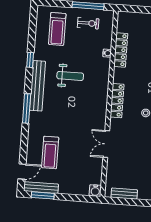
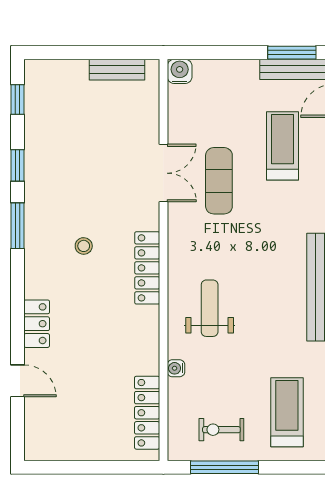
locker: (121, 50) -> (147, 413), moved
weight bench: (70, 76) -> (210, 308), moved, turned 90
exercise mat: (81, 139) -> (219, 181), added

